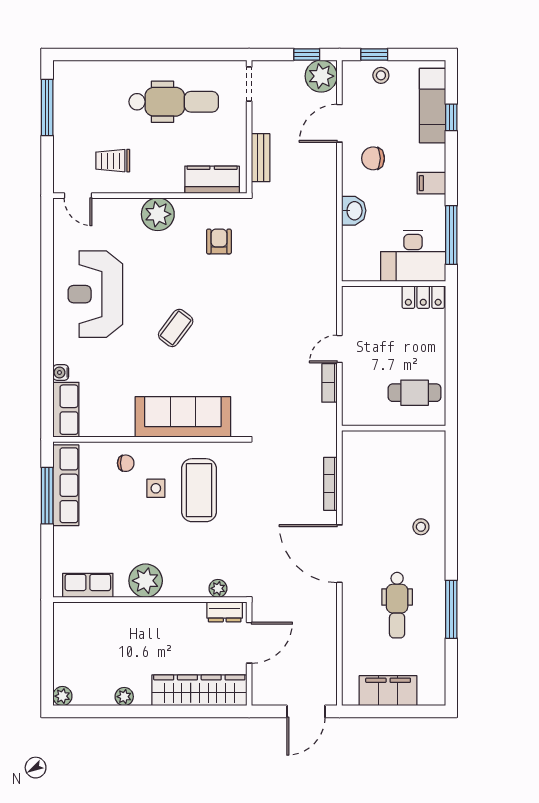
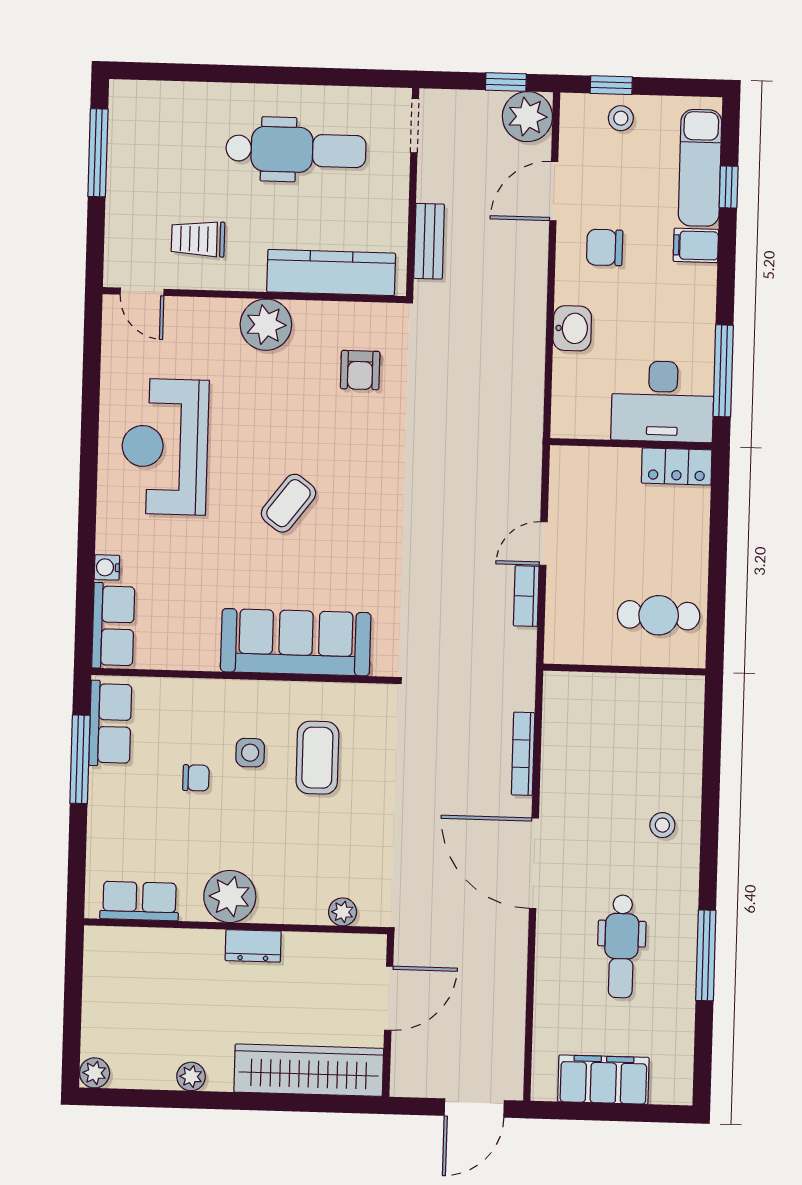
kitchen counter: (212, 180) -> (331, 273), width x1.50
filing cabinet: (431, 183) -> (696, 245), moved
armchair: (219, 241) -> (360, 370), turned 180
chair: (126, 463) -> (196, 778), moved
row of seats: (66, 485) -> (110, 723), width x0.68
coffee table: (199, 490) -> (317, 758), width x0.73, depth x0.76
dresser: (225, 612) -> (253, 946), moved

